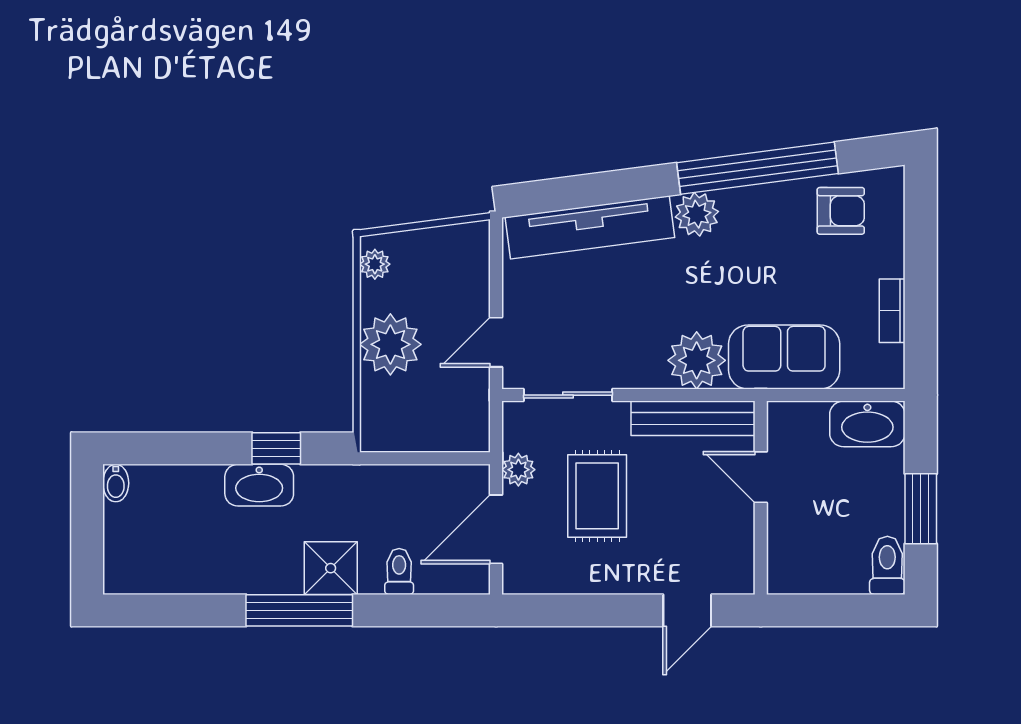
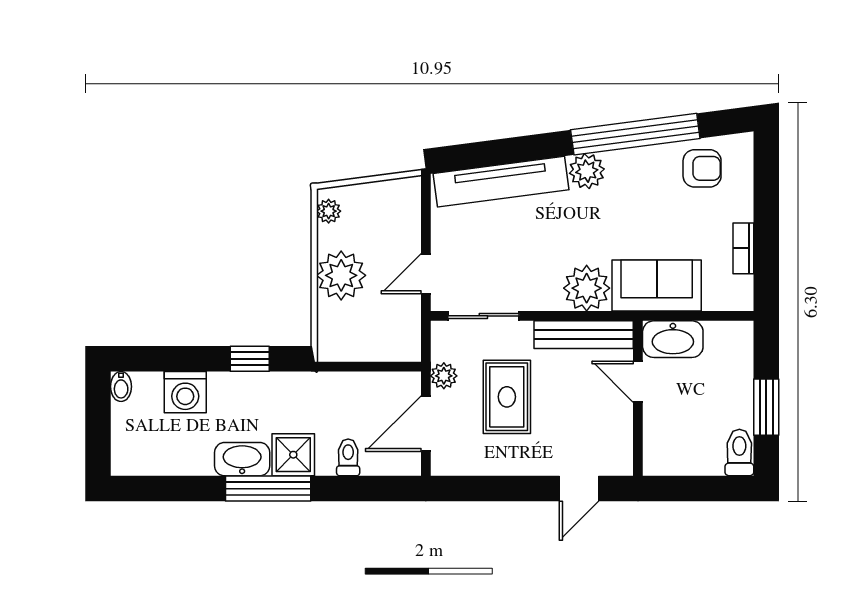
washbasin: (867, 424) -> (673, 339), moved
washbasin: (259, 485) -> (242, 459), moved, turned 180
washing machine: (196, 490) -> (185, 392), added

